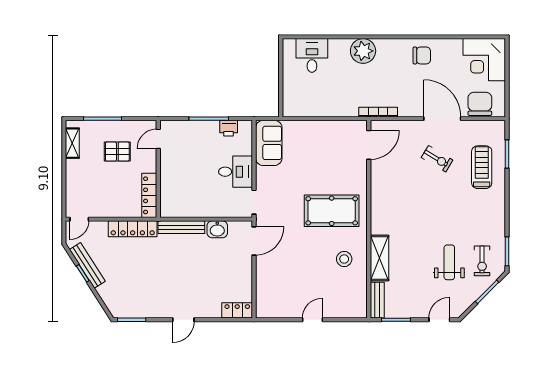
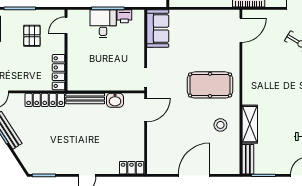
pallet: (117, 152) -> (32, 36), turned 90
desk: (236, 172) -> (103, 24), moved, turned -90
door: (313, 320) -> (194, 175), width x1.87

